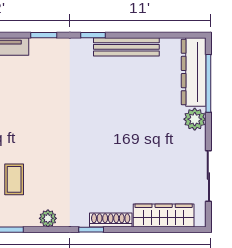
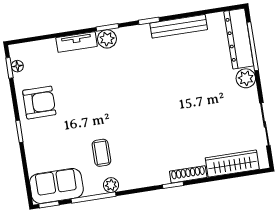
plant: (41, 49) -> (107, 39), added
plant: (48, 218) -> (111, 185), moved

